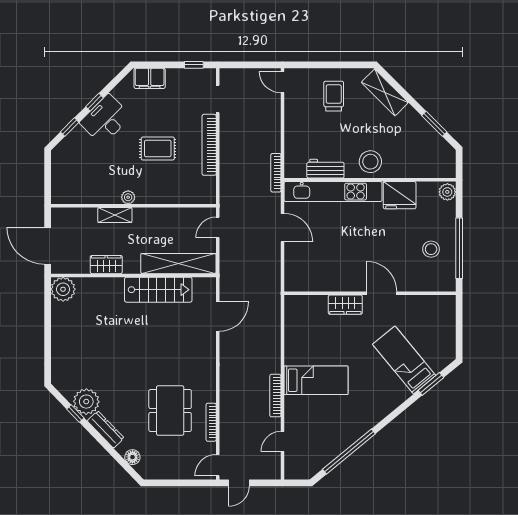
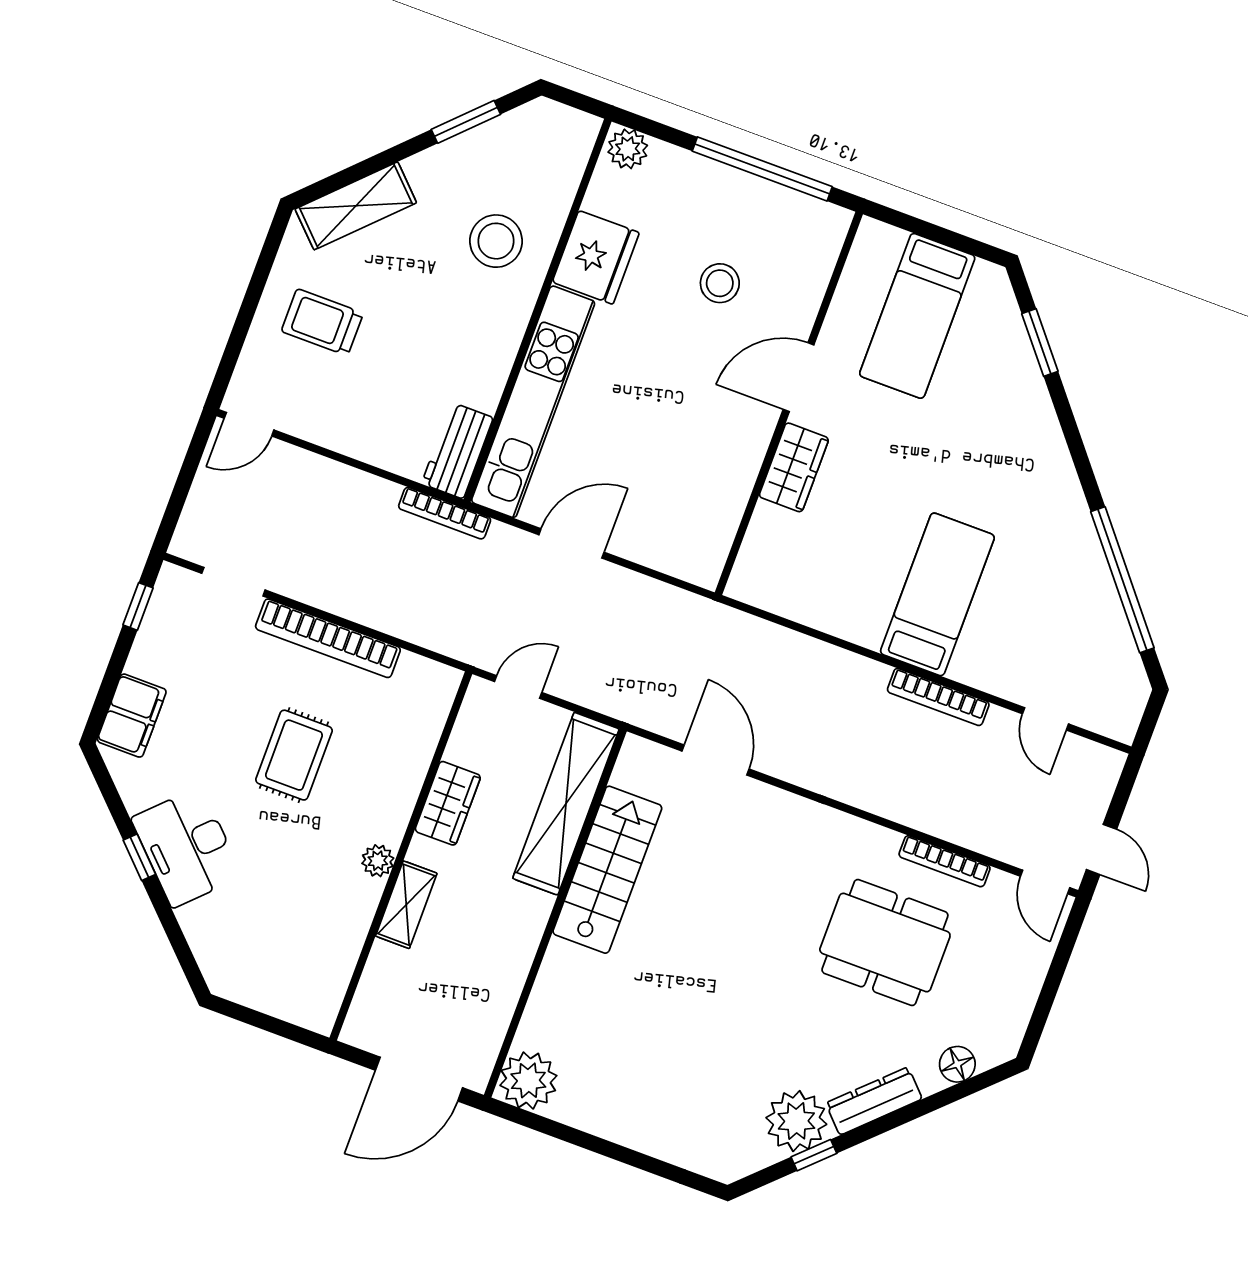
window: (70, 127) -> (174, 933), removed
stool: (370, 162) -> (496, 241), moved
workbench: (325, 169) -> (457, 451), moved
door: (218, 227) -> (518, 687), swing flipped
stool: (431, 249) -> (720, 283), moved
wardrobe: (106, 265) -> (448, 803), moved, turned 180
bed: (404, 360) -> (917, 316), moved, turned -51

